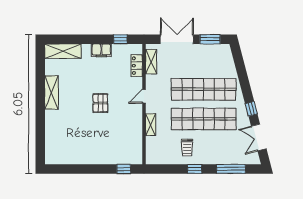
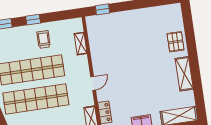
pallet: (100, 103) -> (176, 42), moved
shelving: (151, 125) -> (81, 44), moved

